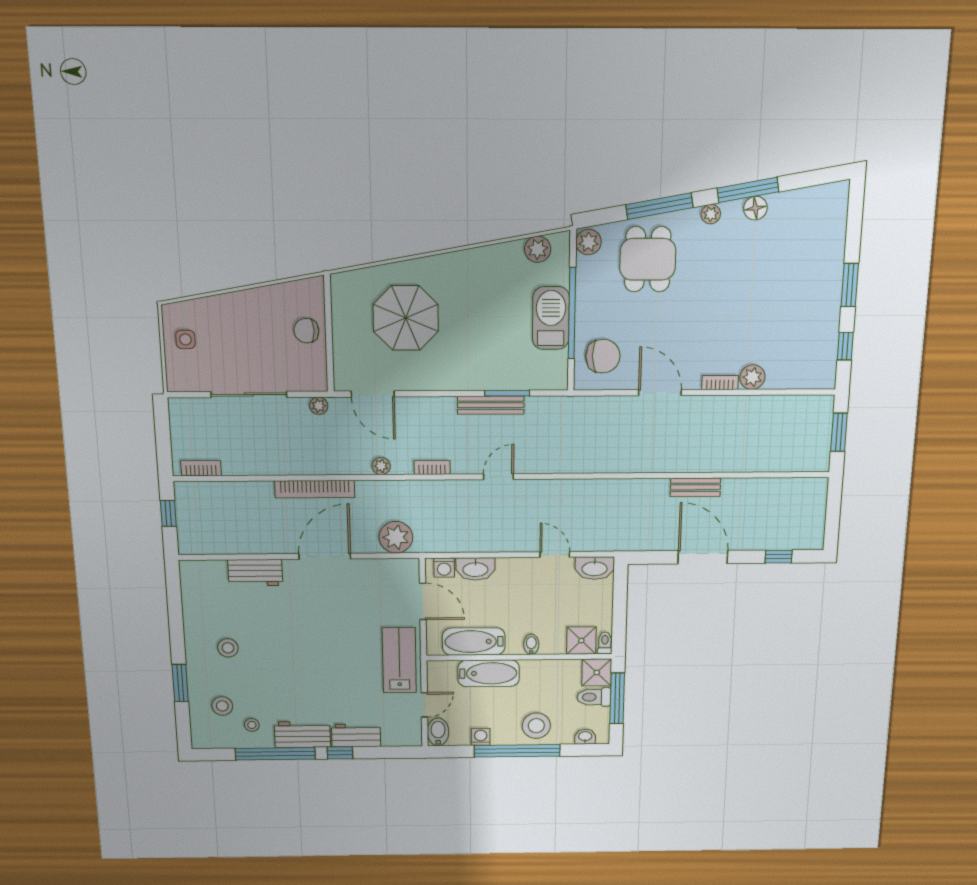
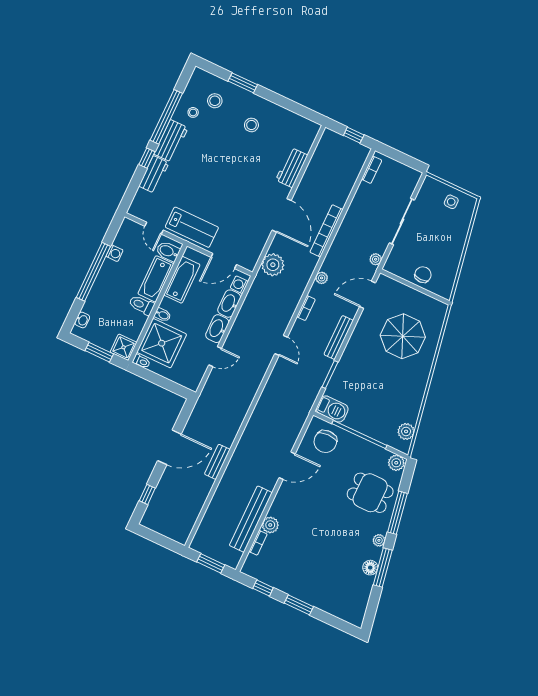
barbecue: (551, 318) -> (332, 409), moved, width x0.73, depth x0.83
bookcase: (720, 382) -> (258, 543), moved
bench: (491, 405) -> (339, 337), moved
bench: (755, 407) -> (251, 519), added
washbasin: (595, 568) -> (217, 329), moved
shower: (581, 641) -> (162, 343), width x1.86, depth x1.86
toilet: (594, 697) -> (142, 305), moved, turned -90
window: (617, 698) -> (99, 352), width x0.69
stool: (536, 726) -> (105, 292), removed
bidet: (438, 732) -> (168, 251), moved, turned 180

